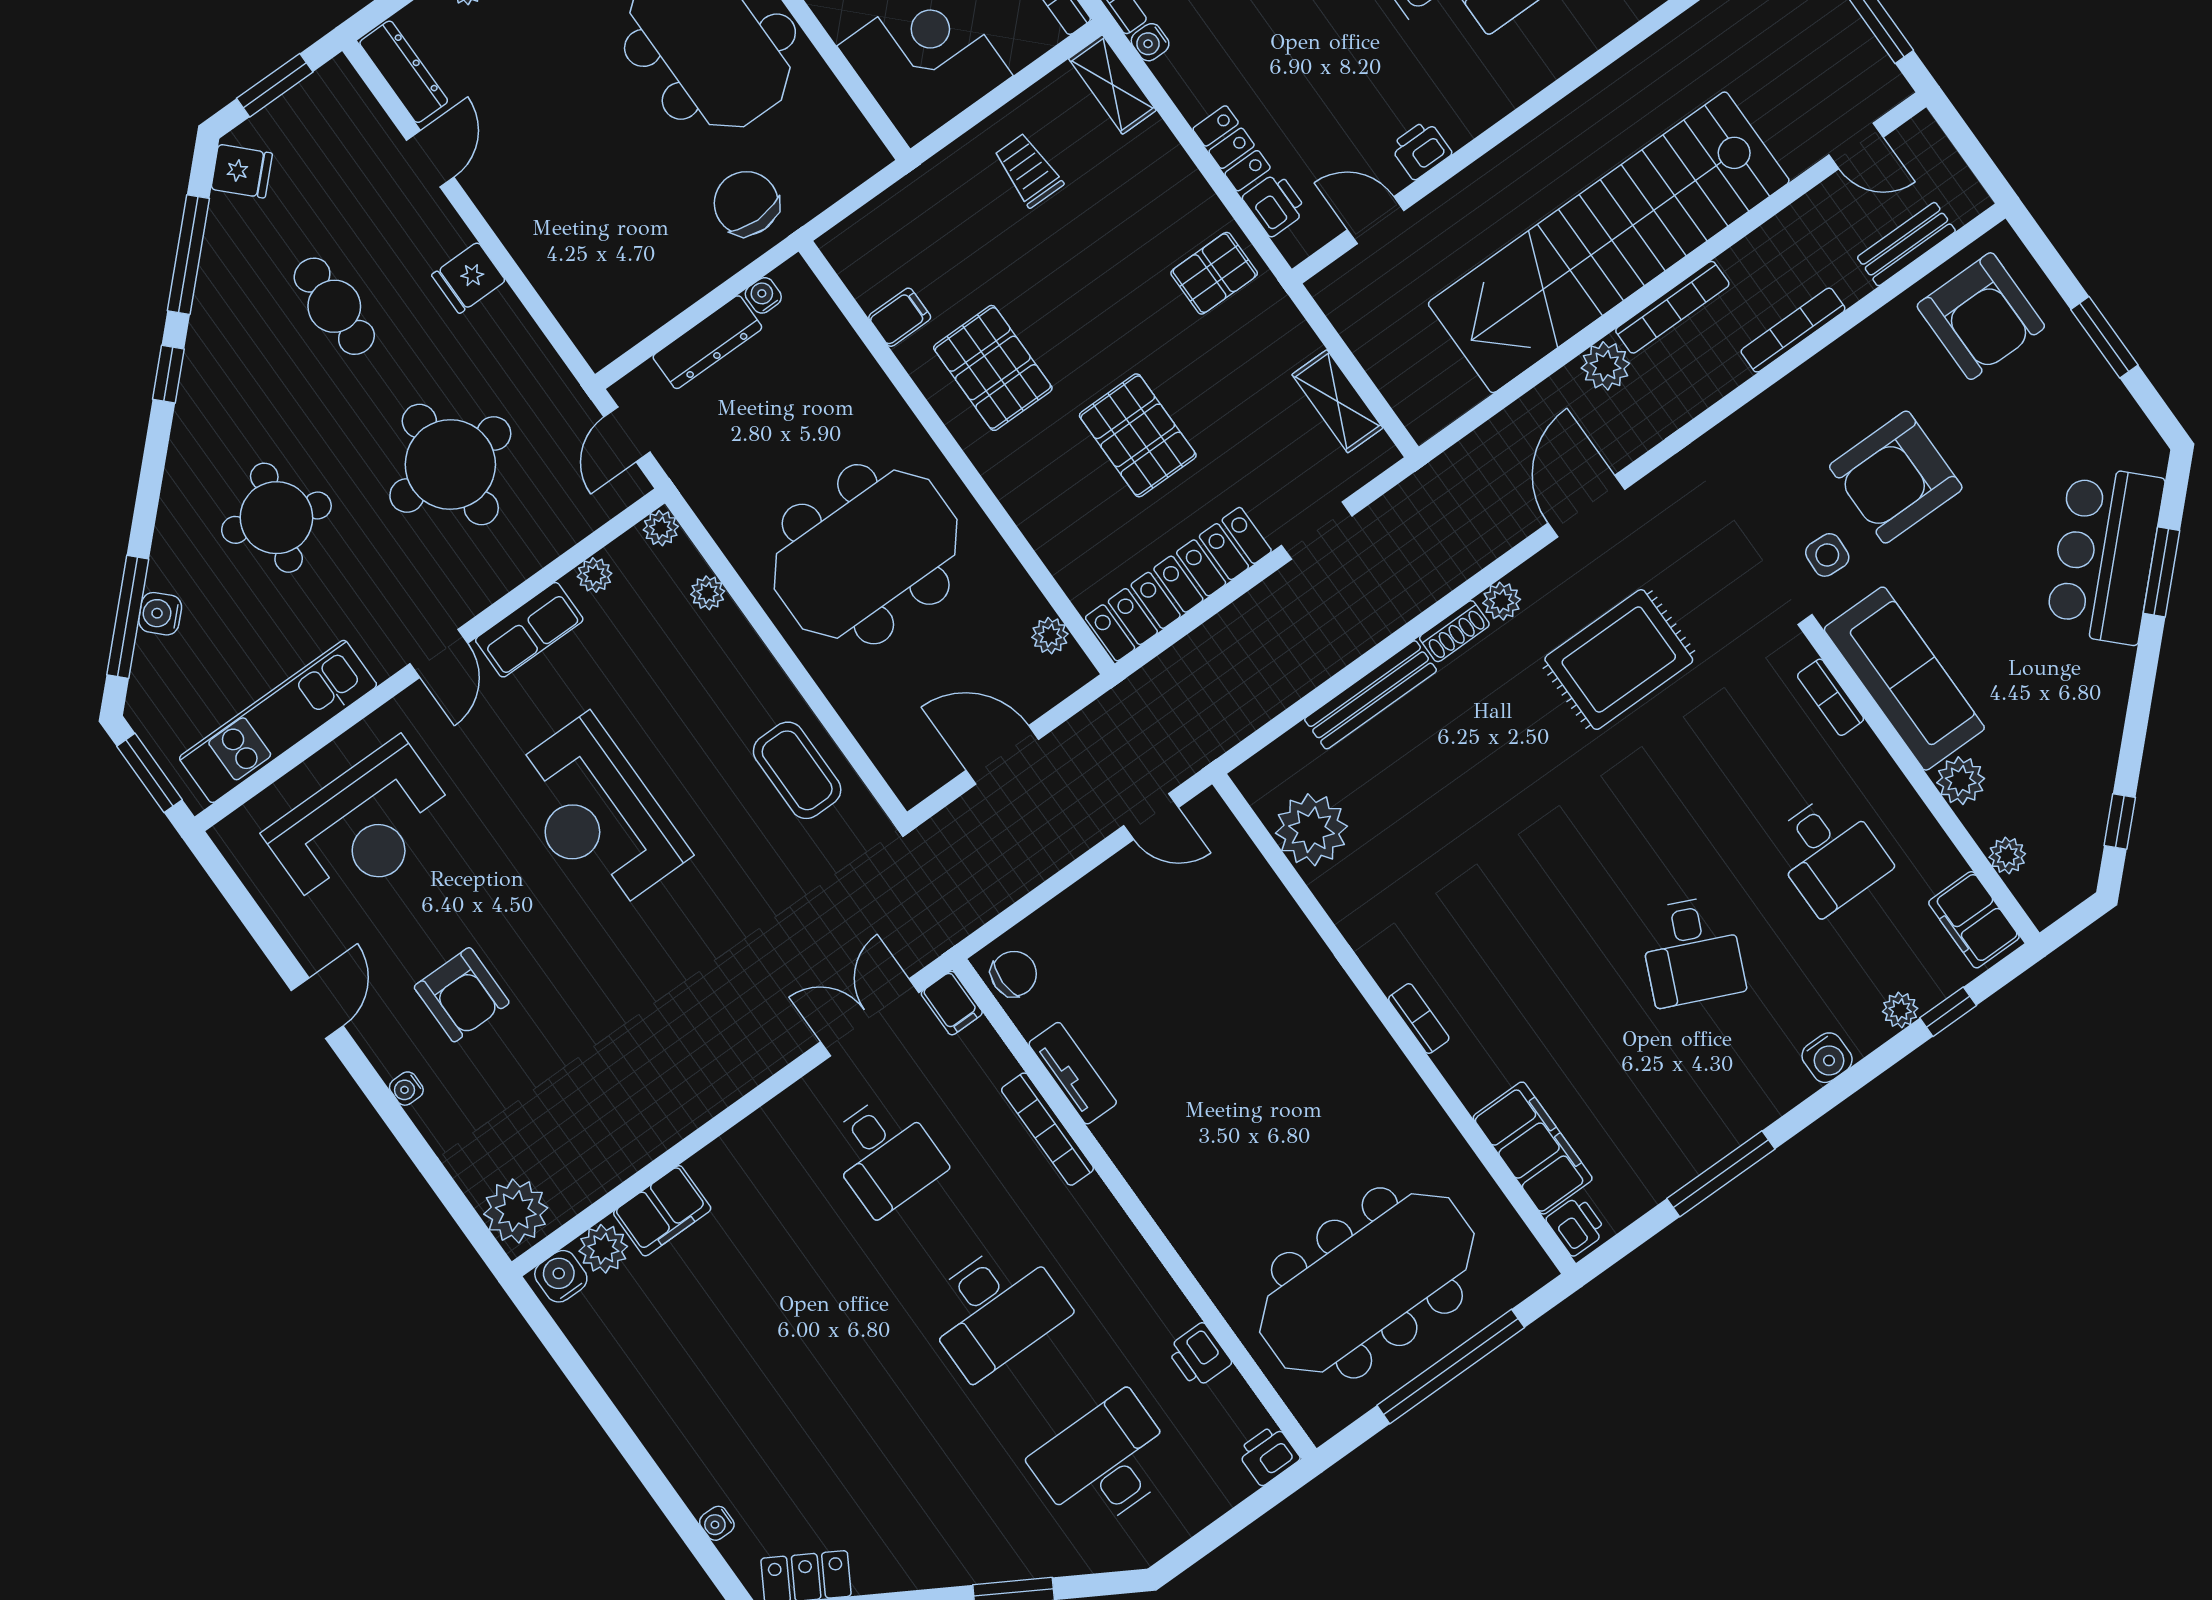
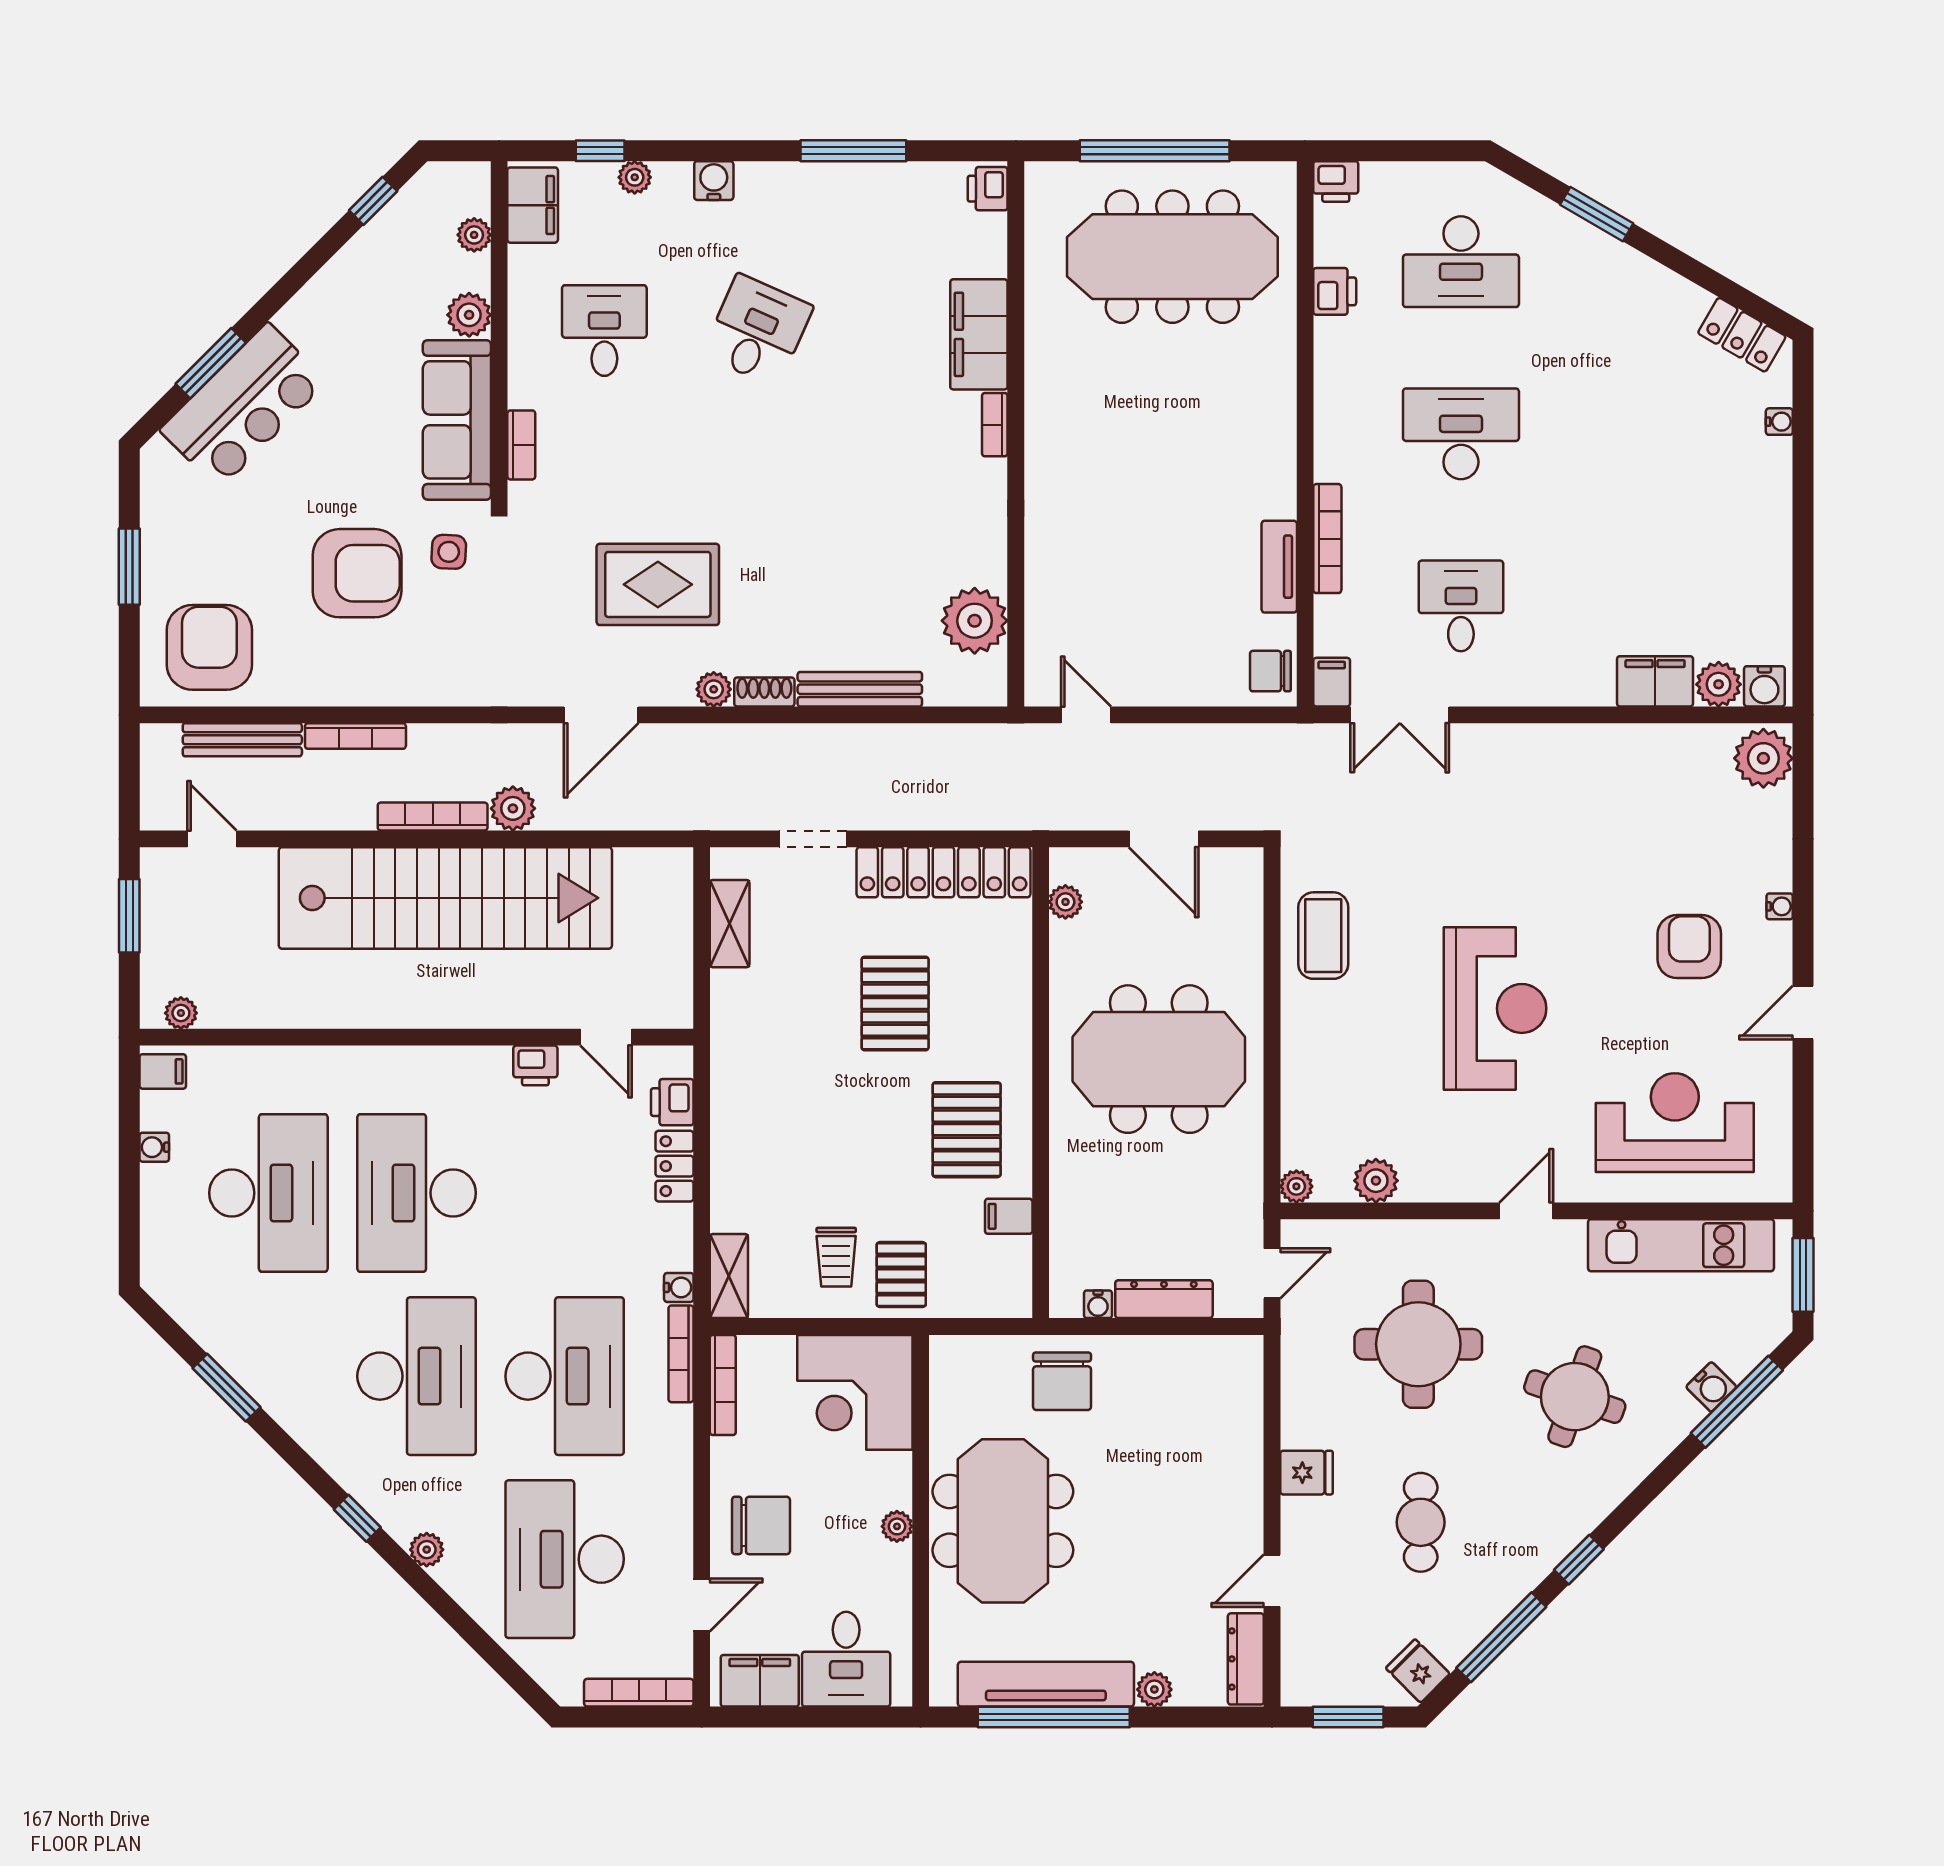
bench: (1906, 244) -> (242, 740), width x1.36
pallet: (1214, 273) -> (901, 1275), moved, turned 90
plant: (595, 575) -> (1376, 1181), width x1.38, depth x1.38
plant: (708, 593) -> (1296, 1114), removed
row of seats: (529, 630) -> (1447, 1181), removed
filing cabinet: (1533, 1148) -> (979, 334), moved

